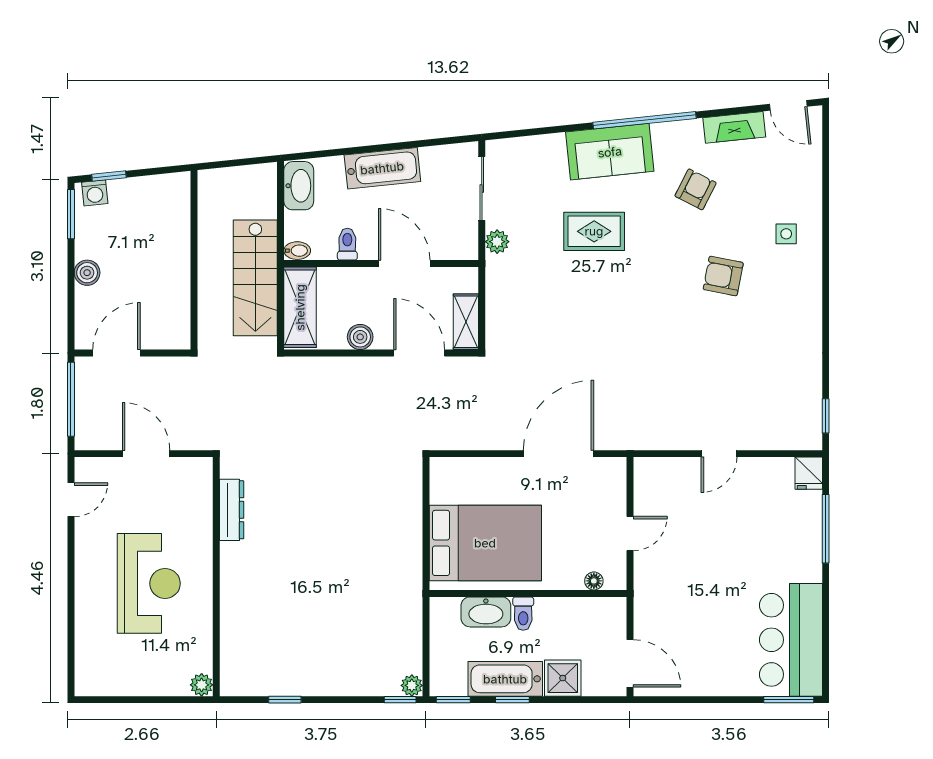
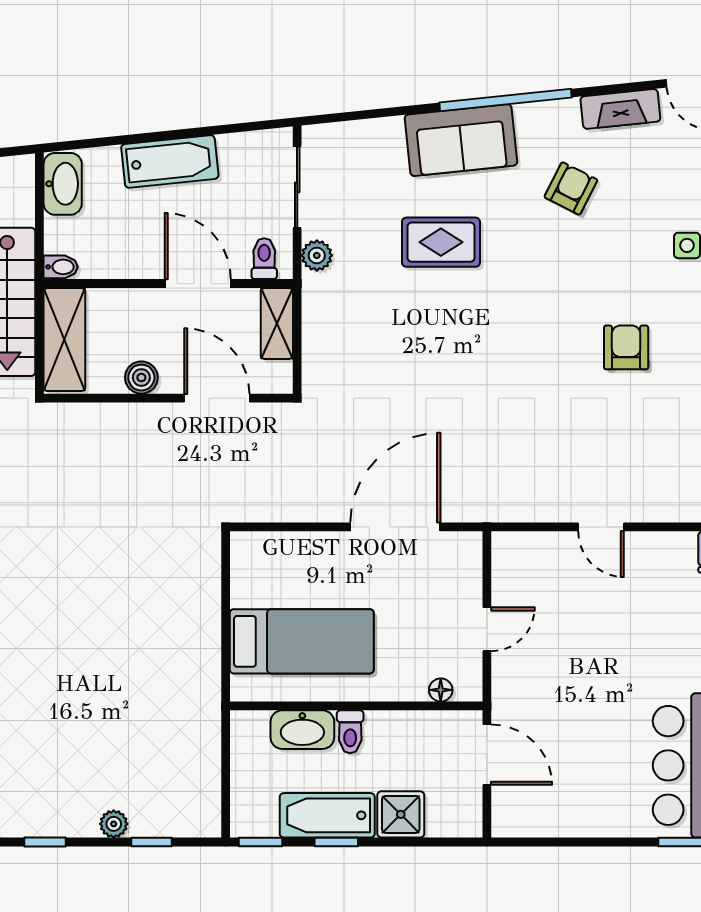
toilet: (347, 244) -> (264, 259), moved
armchair: (723, 276) -> (626, 347), moved, turned 79
shelving: (466, 322) -> (277, 323), moved
door: (719, 454) -> (601, 527), hinge flipped
bed: (485, 543) -> (302, 641), width x0.67
door: (630, 663) -> (487, 755), moved
plant: (412, 685) -> (114, 824), moved
window: (400, 700) -> (152, 842), moved

